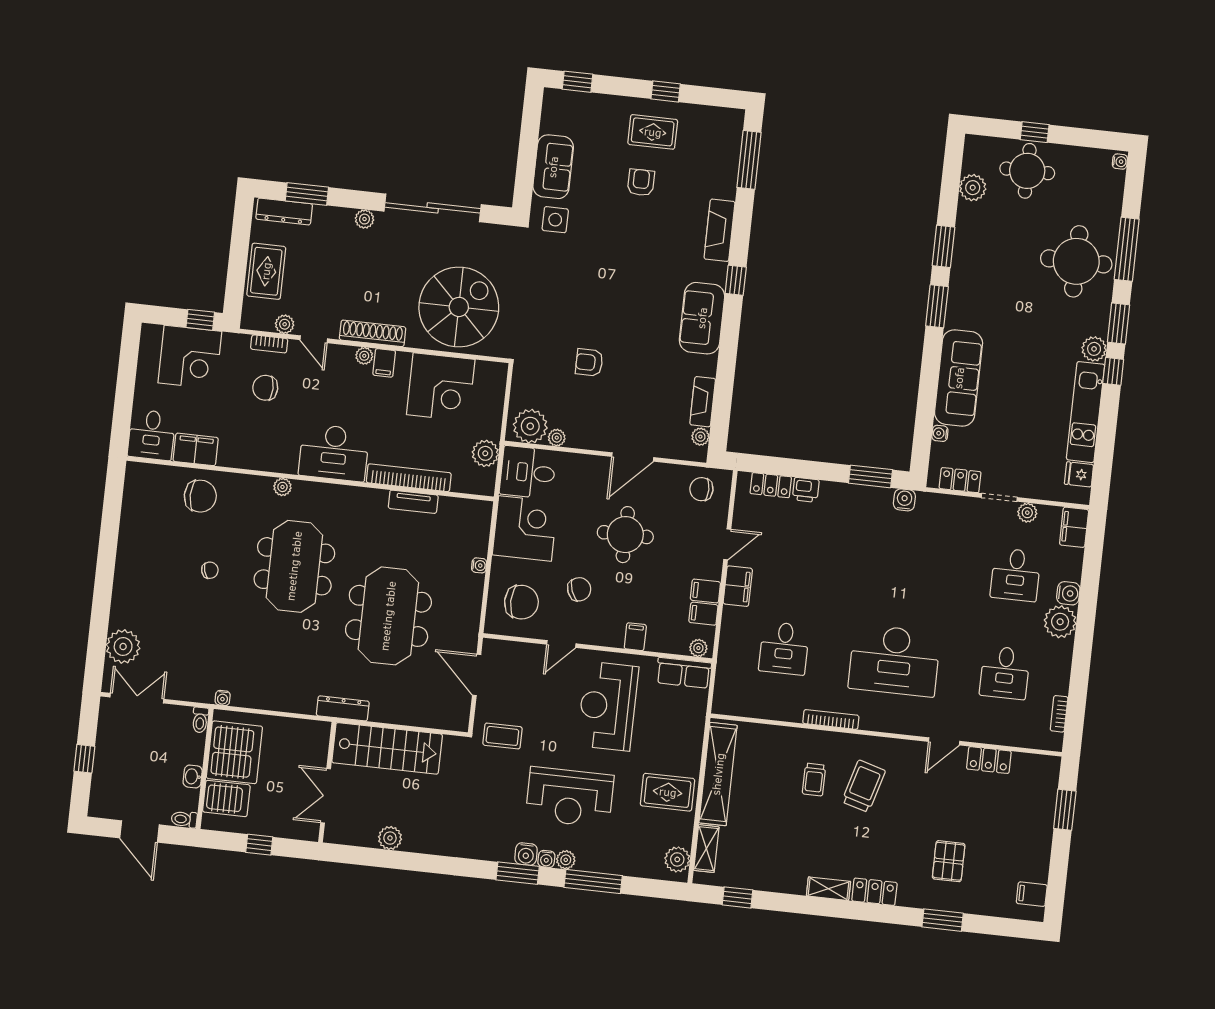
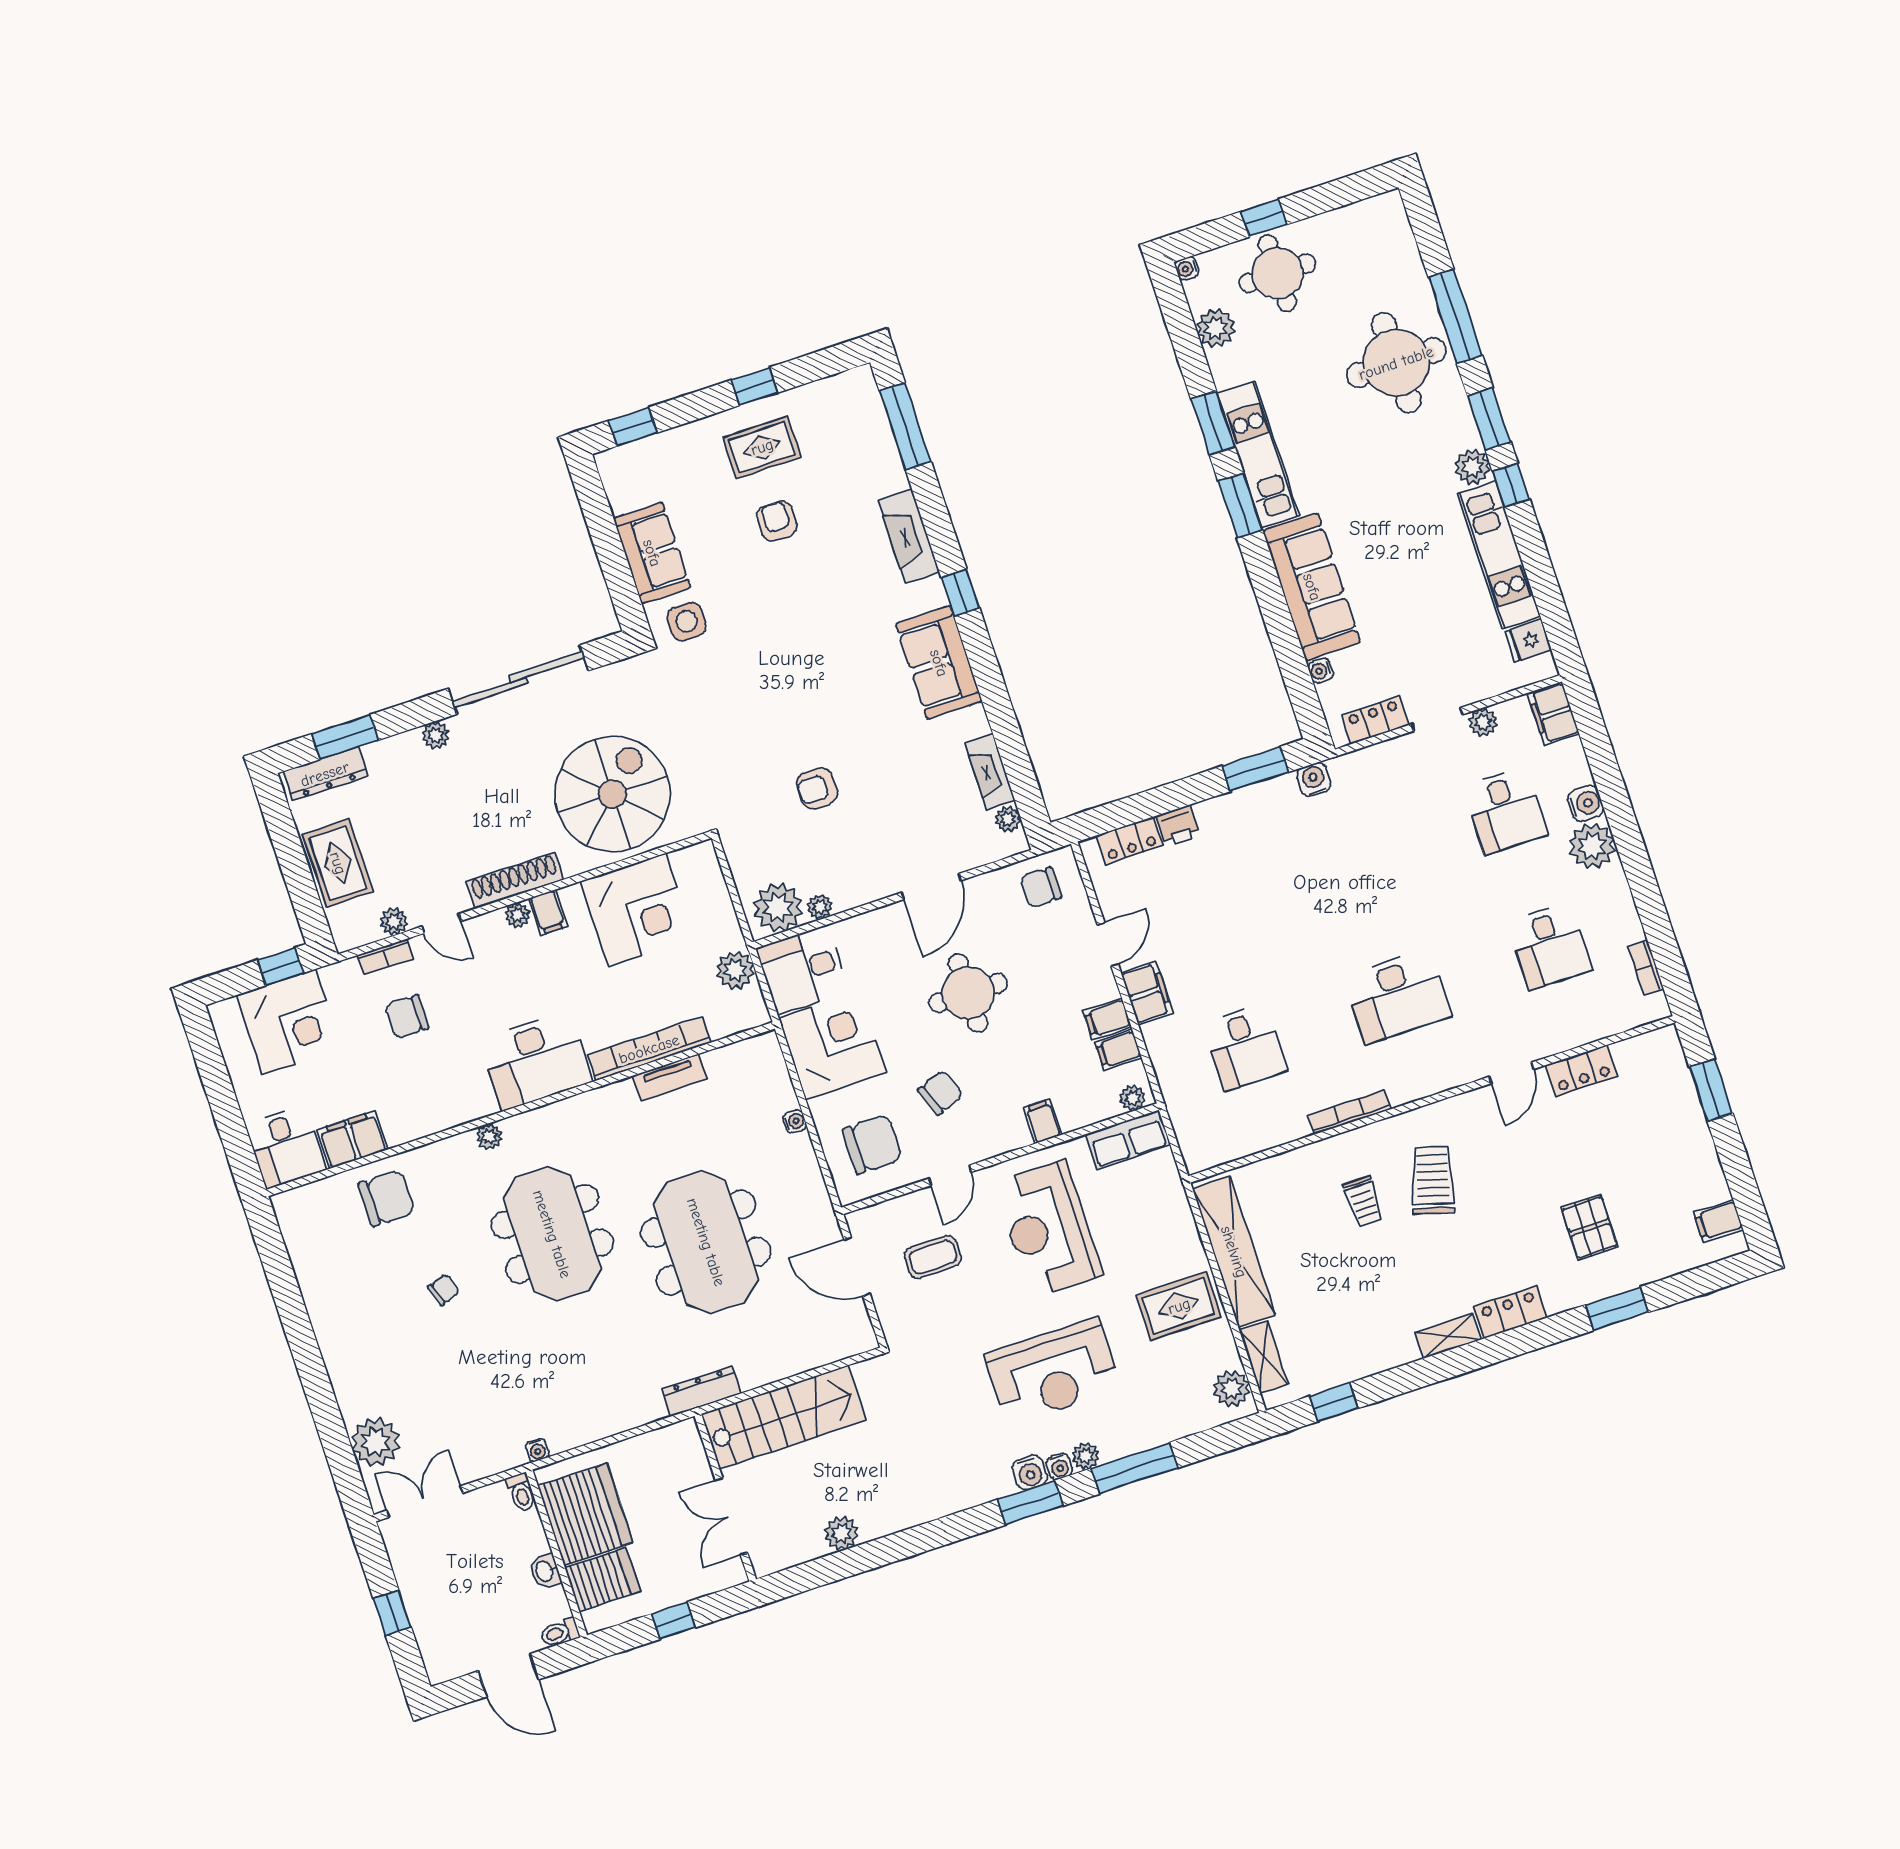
water cooler: (1120, 162) -> (1187, 268), moved, turned 180
kitchen unit: (963, 279) -> (1258, 454), added
desk: (894, 660) -> (1397, 996), width x0.73, depth x0.77
coffee table: (502, 736) -> (933, 1257), moved

